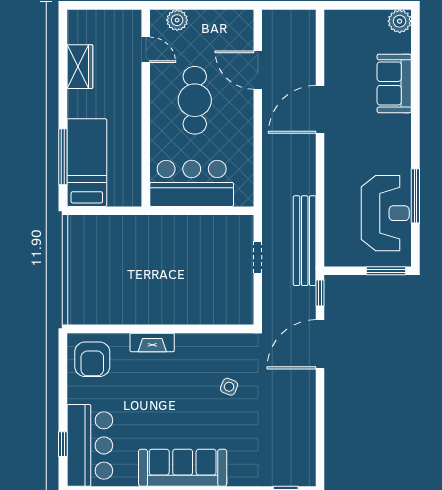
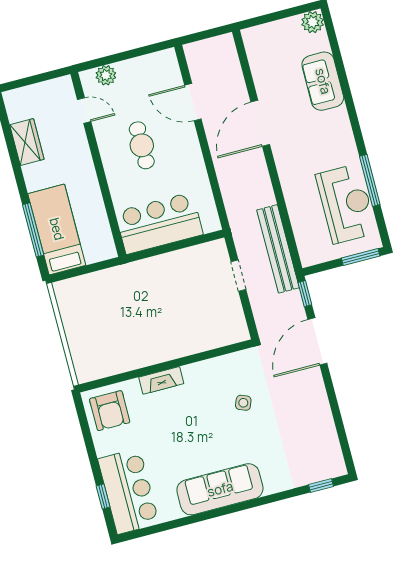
cafe table: (195, 100) -> (142, 145), width x0.73, depth x0.74

